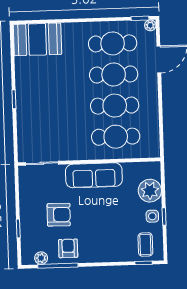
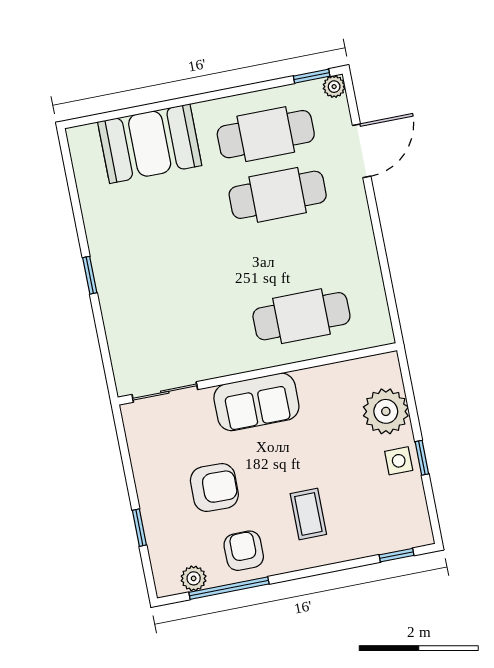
booth: (37, 39) -> (150, 144), moved
cafe table: (115, 106) -> (290, 255), removed
sofa: (94, 175) -> (256, 402), width x0.73
coffee table: (145, 244) -> (308, 514), moved

